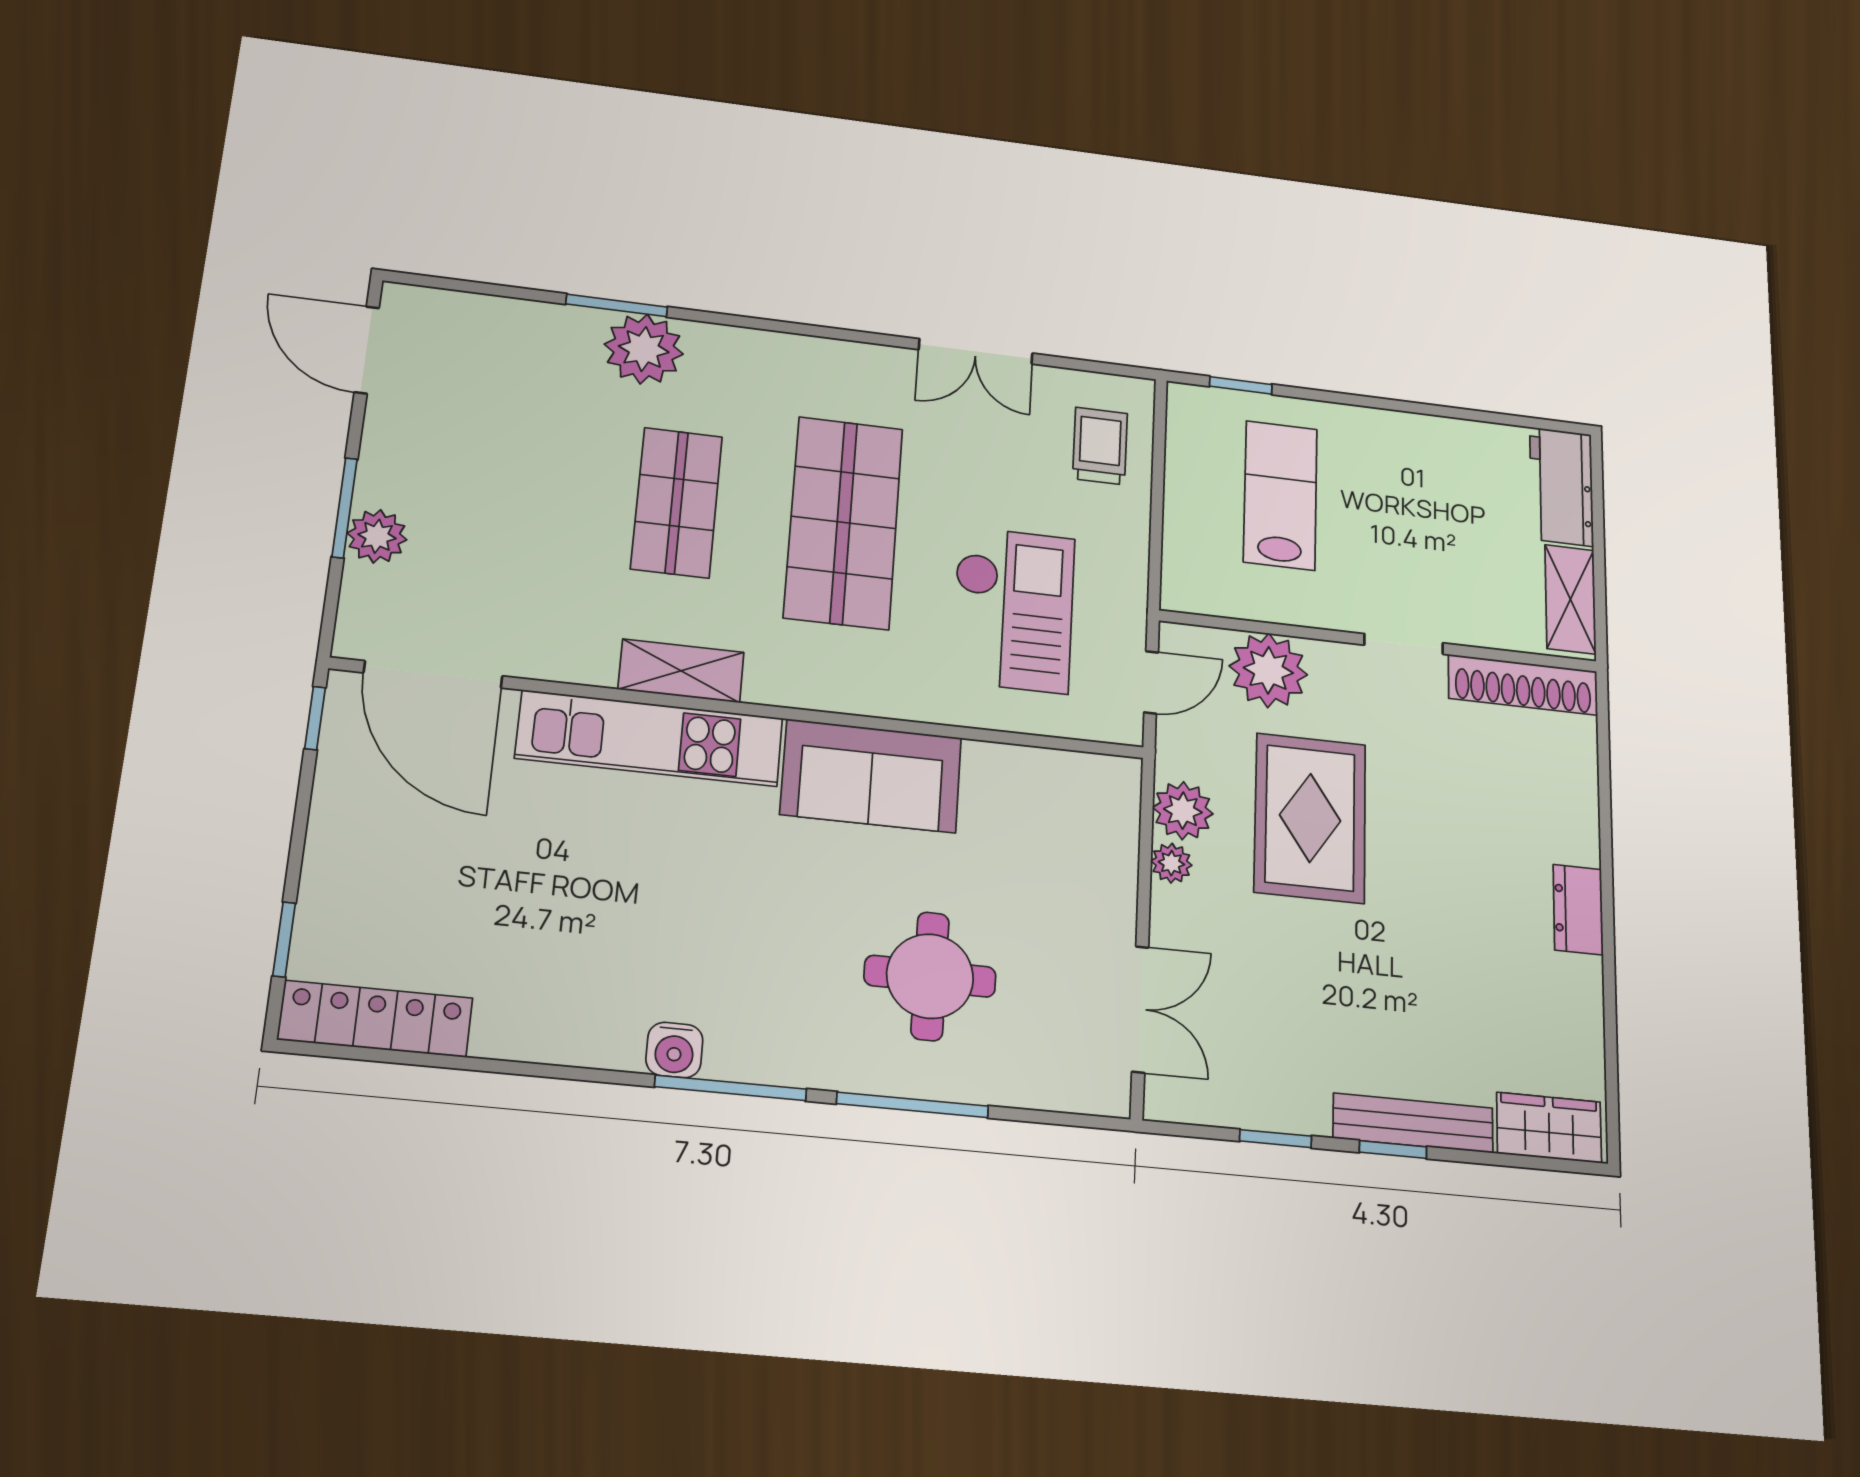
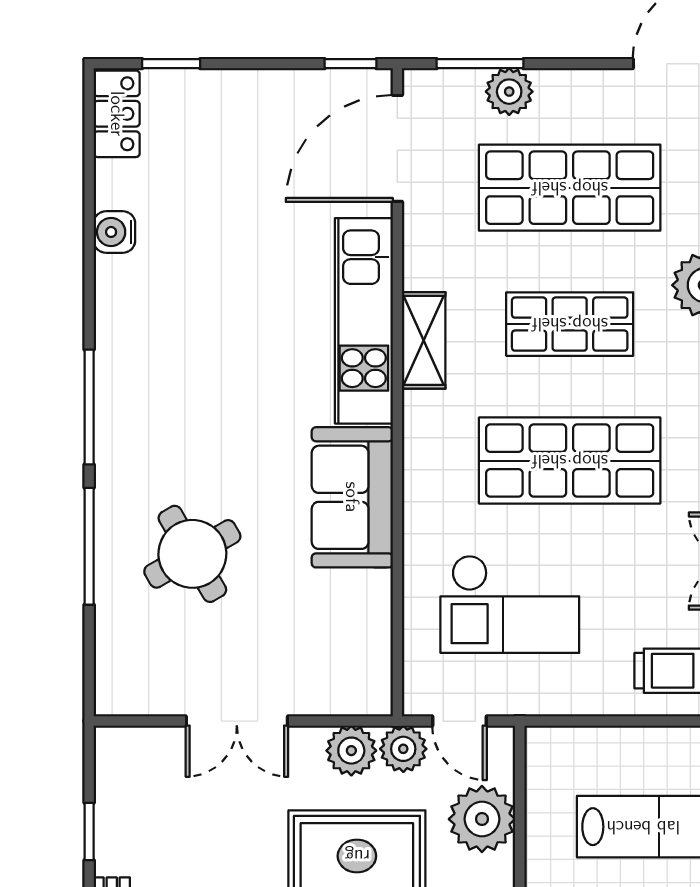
shop shelf: (507, 482) -> (570, 188), added
window: (345, 508) -> (480, 64), moved
plant: (1171, 863) -> (403, 749), moved, width x1.38, depth x1.38
round table: (930, 976) -> (192, 554), turned -30
double door: (1140, 1009) -> (237, 721), moved
locker: (375, 1019) -> (117, 114), width x0.66
water cooler: (674, 1050) -> (114, 232), moved

